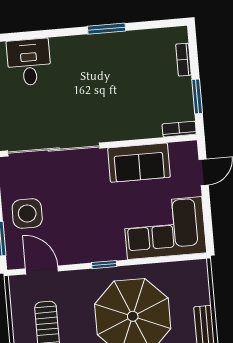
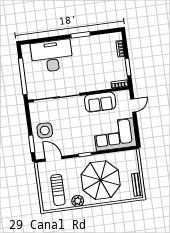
desk: (29, 62) -> (52, 56), width x1.87, depth x1.30

